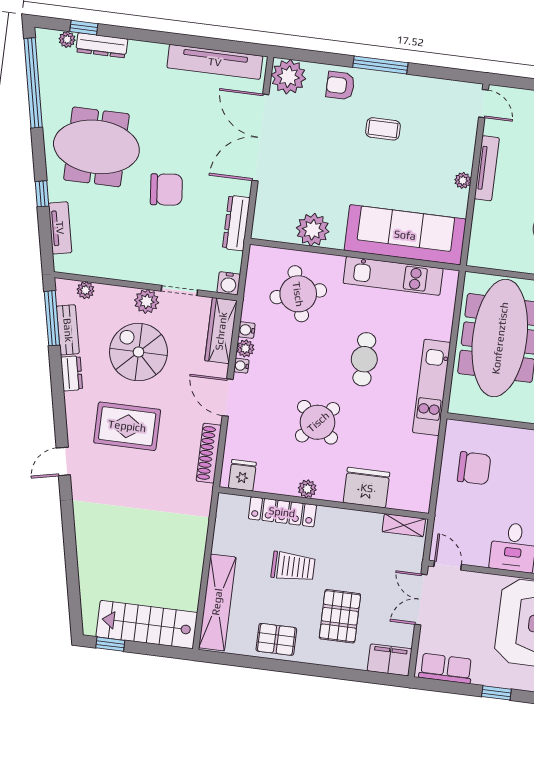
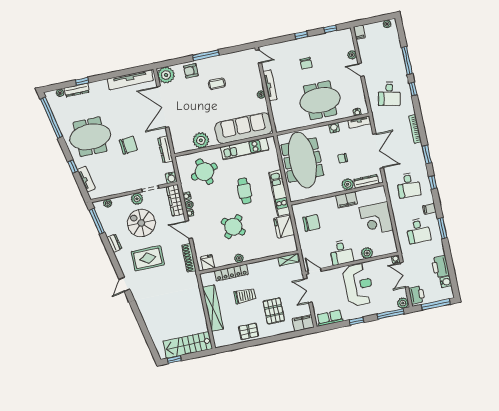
window: (84, 28) -> (82, 81), moved
bench: (68, 330) -> (106, 224), removed
fridge: (367, 488) -> (284, 226), moved, turned -90
shelving: (217, 602) -> (213, 308), moved

